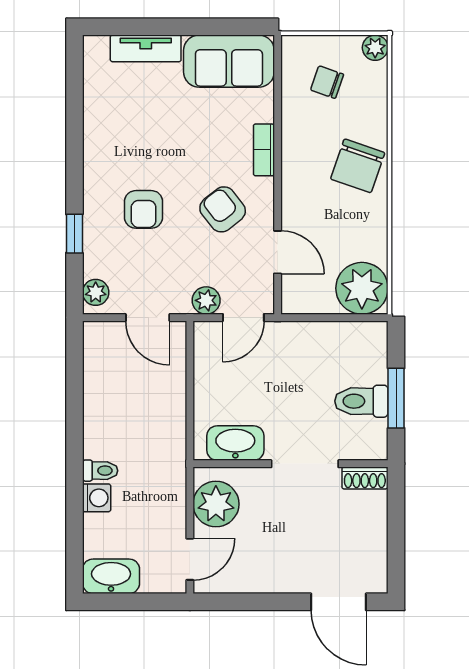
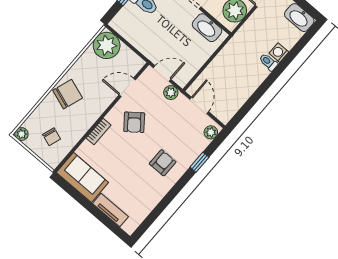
armchair: (144, 209) -> (163, 163), moved
door: (278, 252) -> (127, 87), hinge flipped

